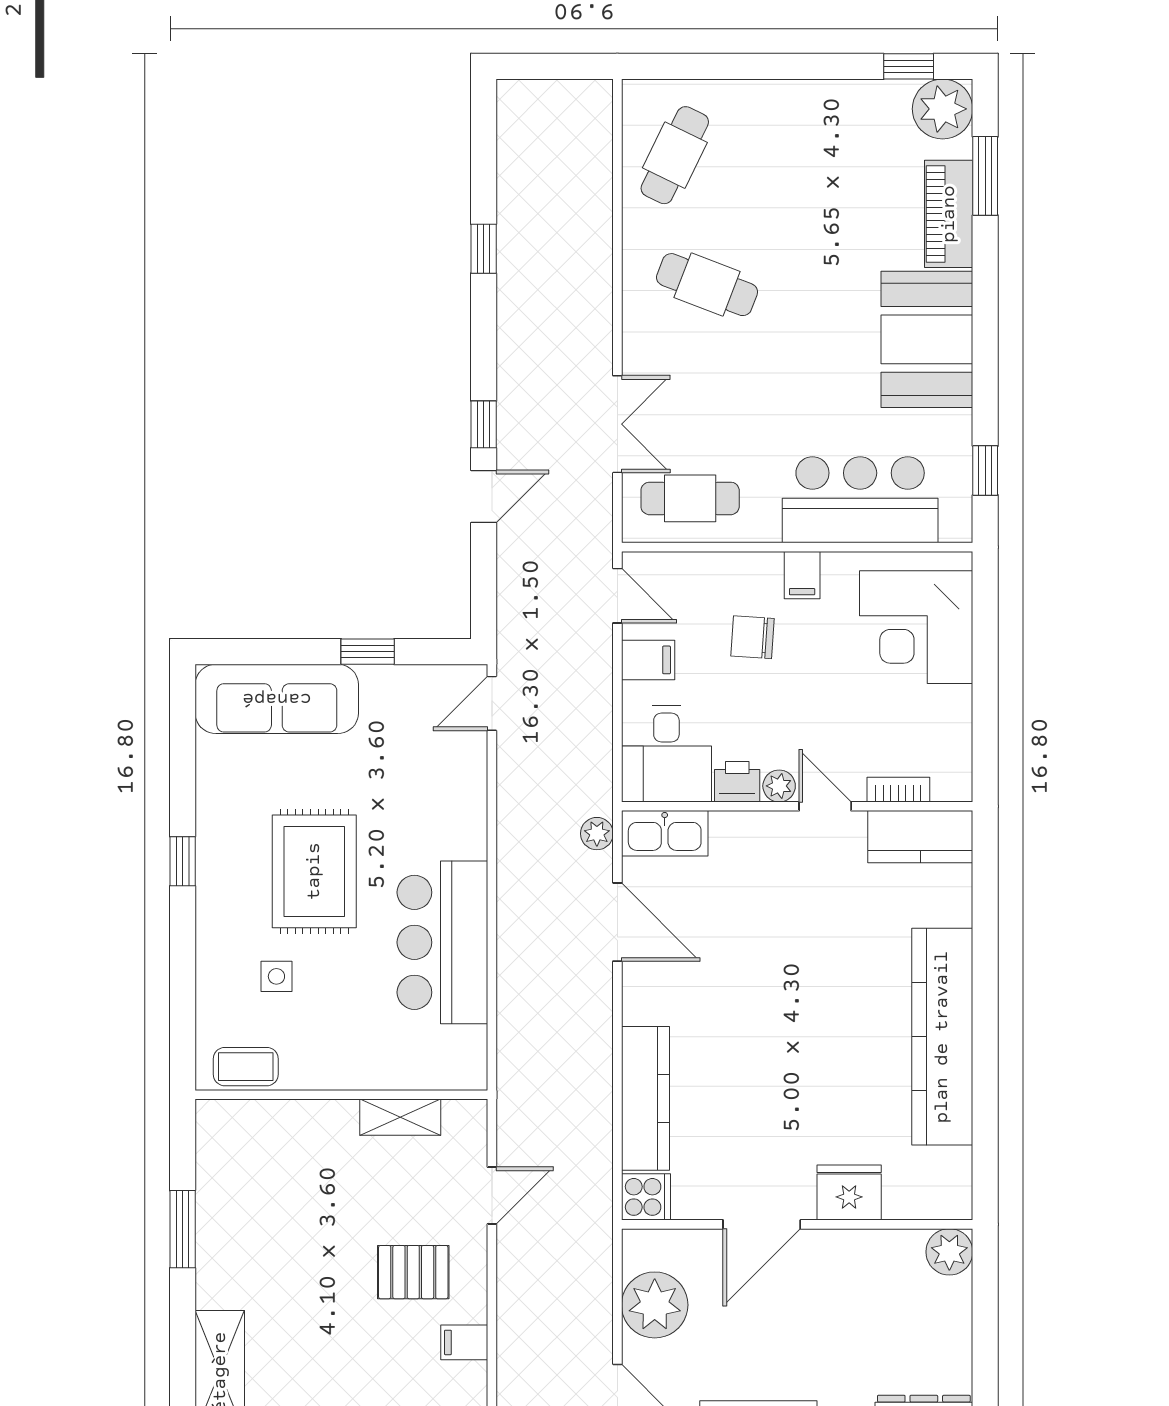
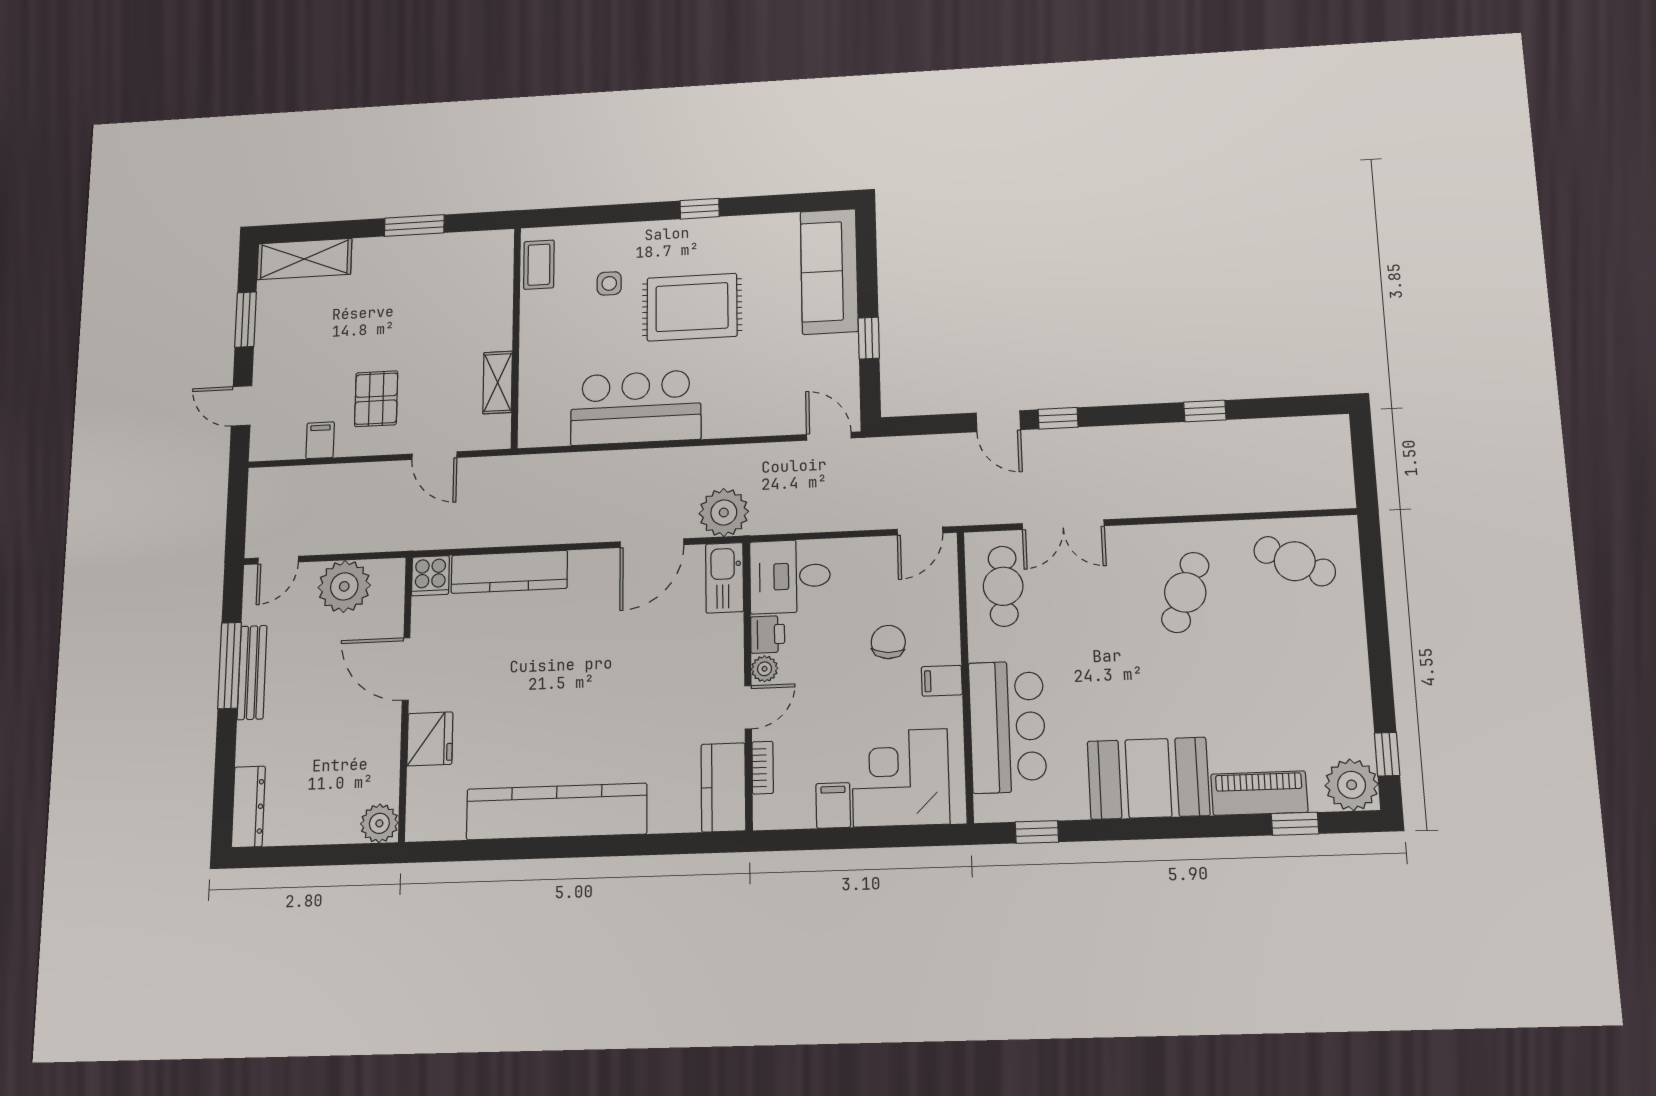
window: (985, 176) -> (1295, 824), width x0.67
filing cabinet: (648, 660) -> (833, 805), moved, turned 180
plant: (597, 834) -> (724, 512), width x1.88, depth x1.88

